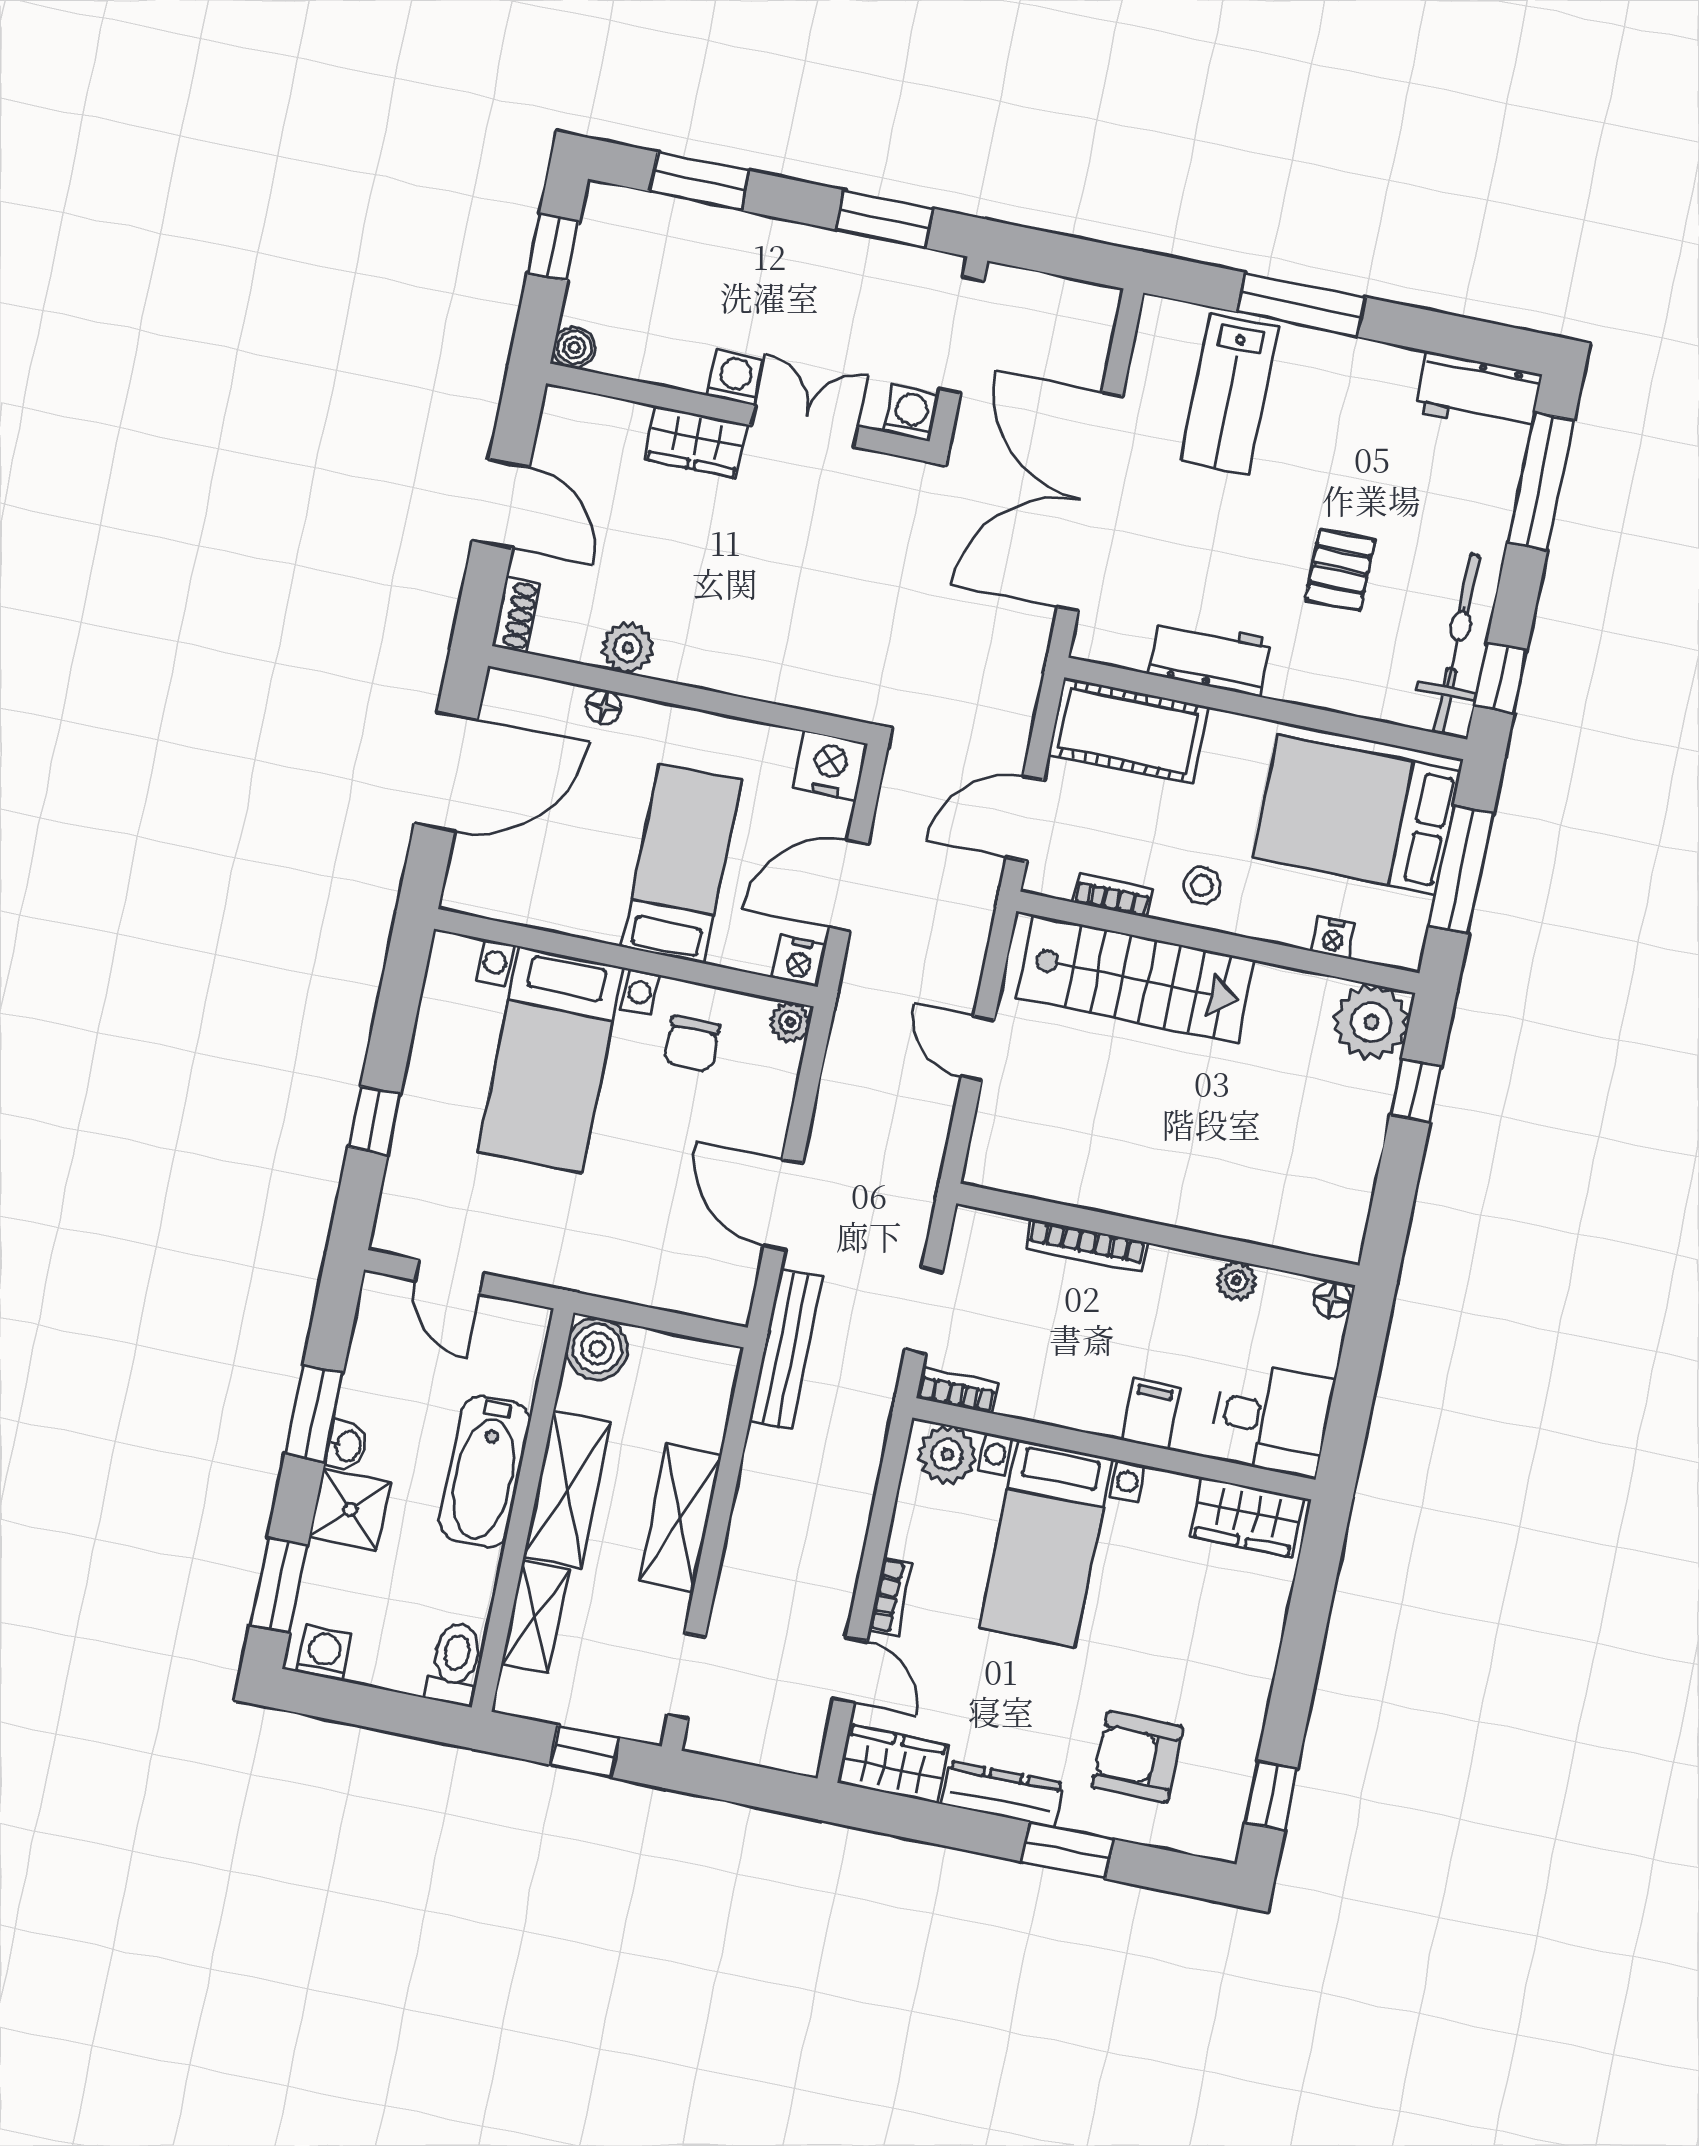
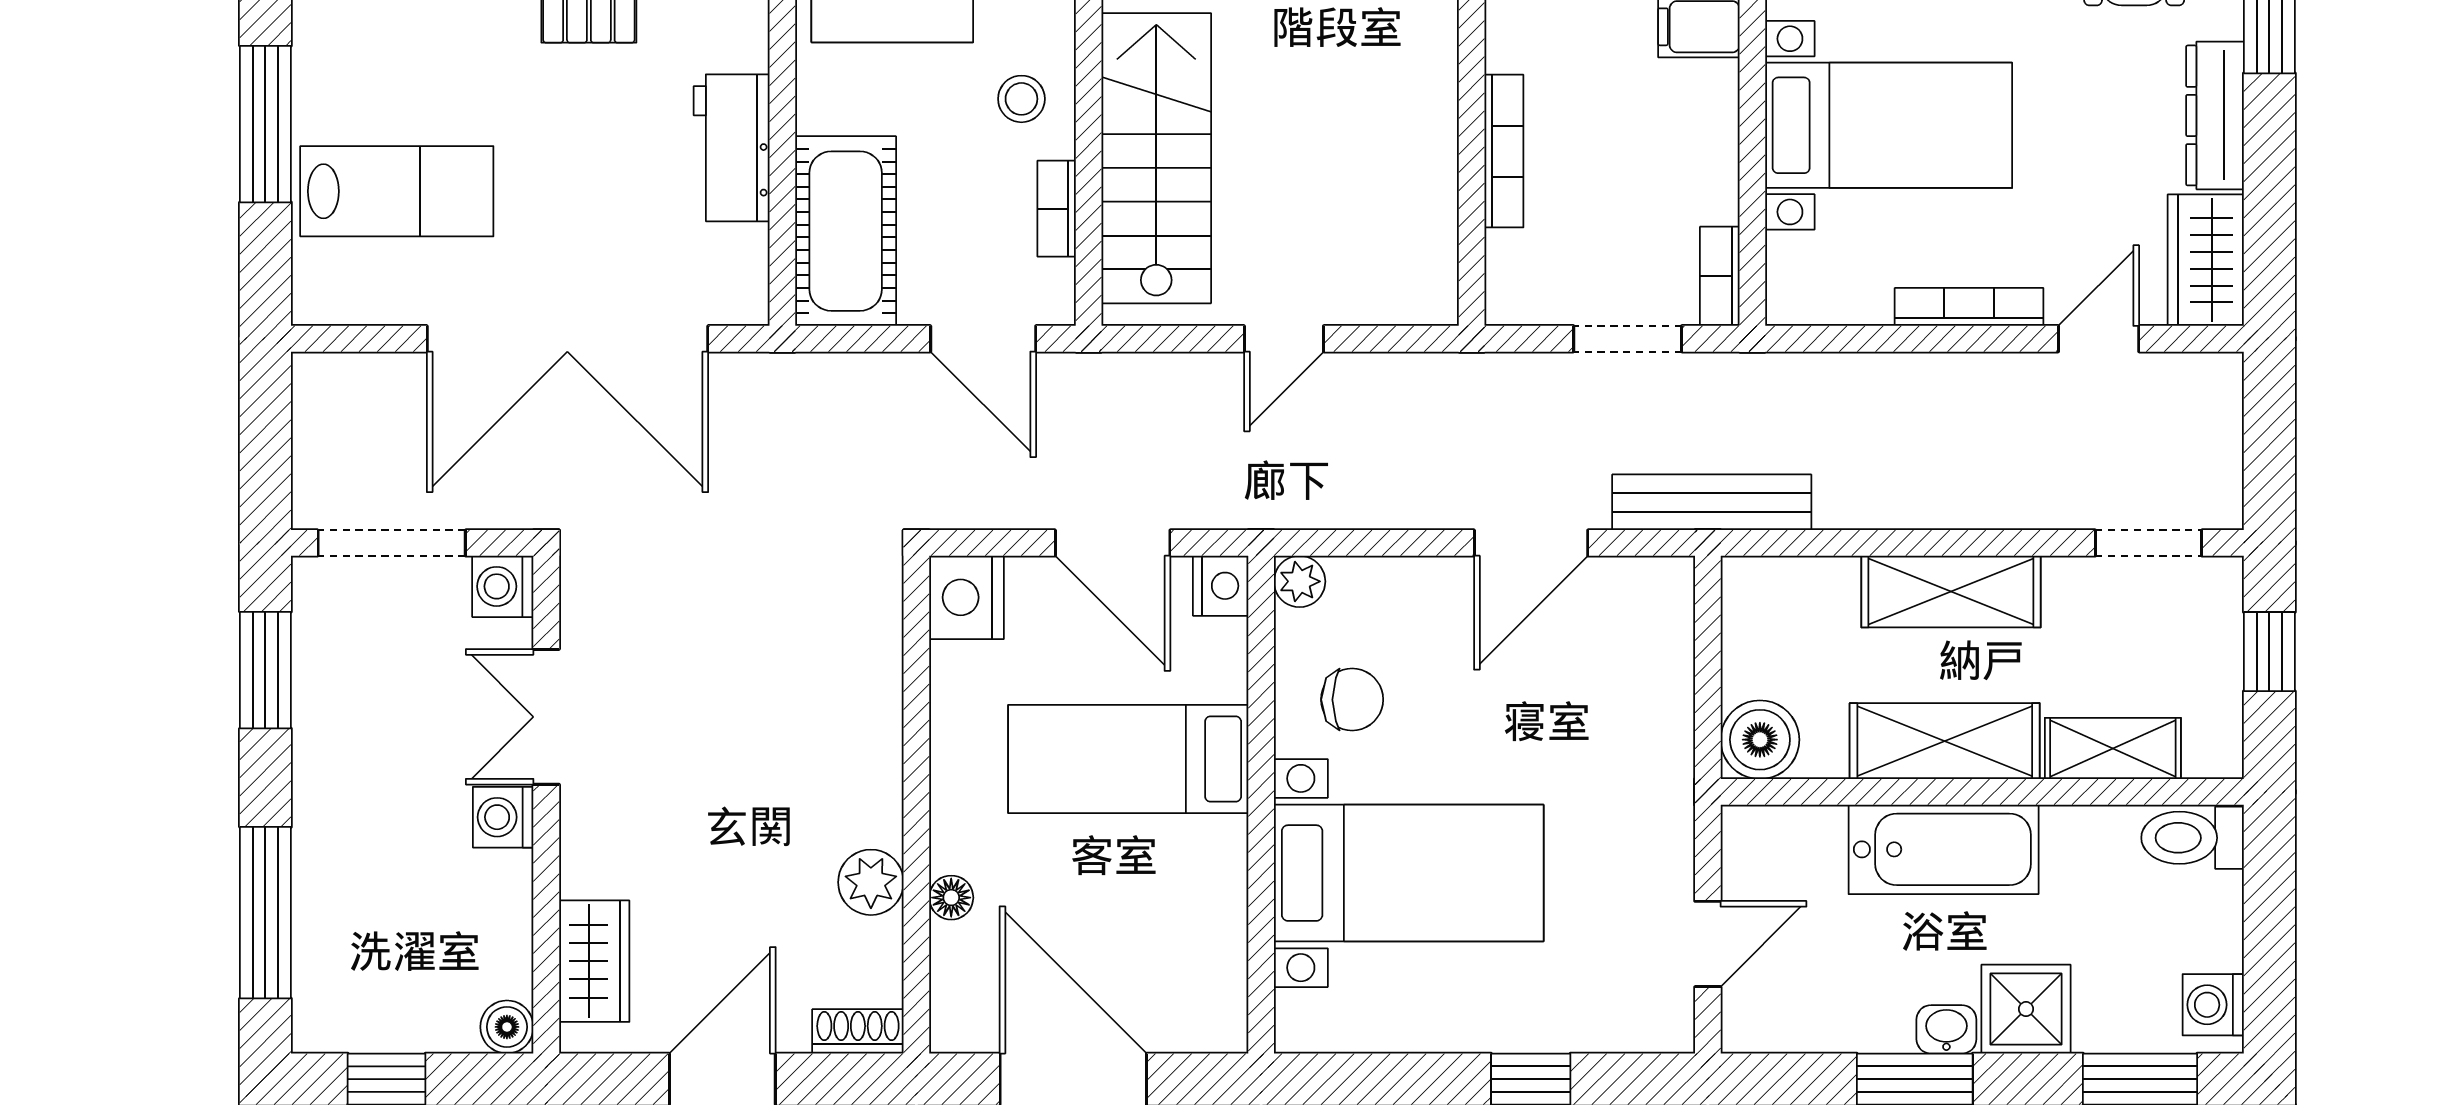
window: (699, 181) -> (265, 913), width x1.44
wardrobe: (696, 442) -> (594, 961), moved
plant: (947, 1455) -> (1803, 272), removed
bookcase: (891, 1596) -> (1969, 307), width x1.56

